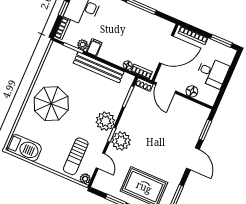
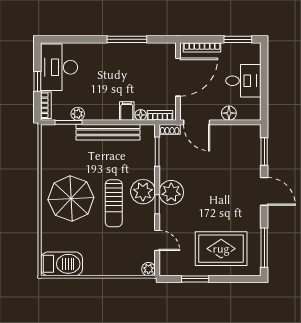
filing cabinet: (94, 47) -> (127, 111), moved
plant: (121, 141) -> (171, 192), moved
sun lounger: (76, 156) -> (114, 203), moved

